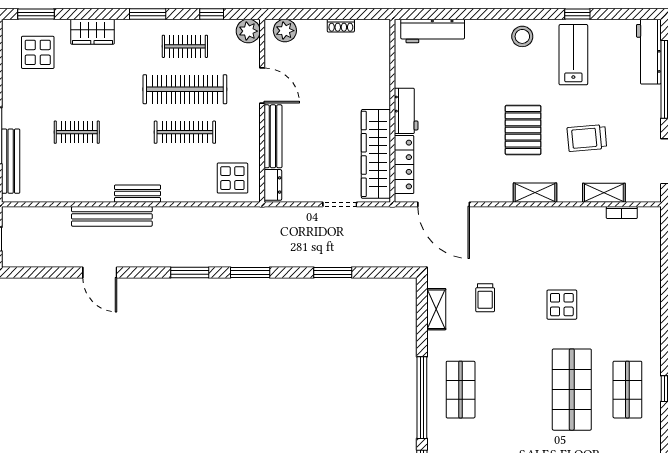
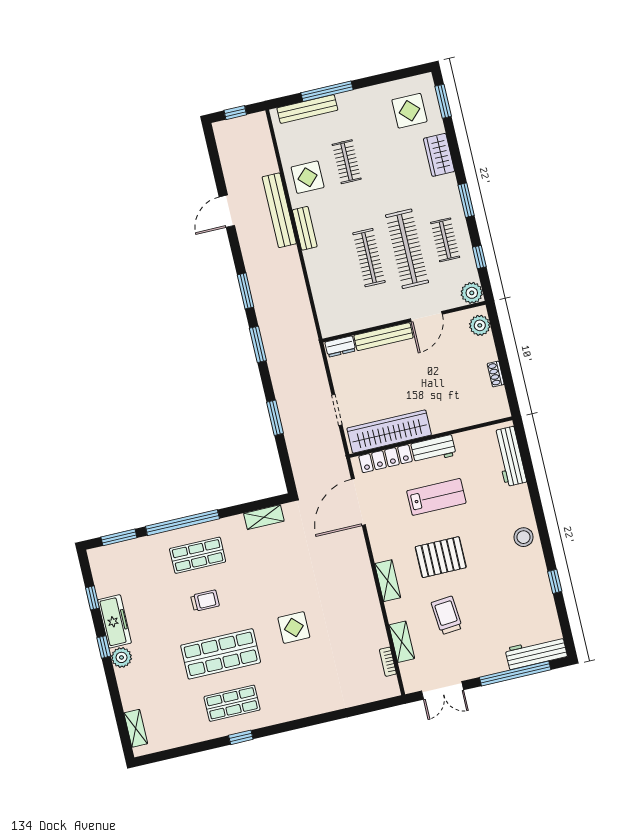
lab bench: (573, 55) -> (436, 497), moved
display table: (232, 178) -> (308, 177), moved
trolley: (485, 298) -> (205, 601), moved, turned 180

